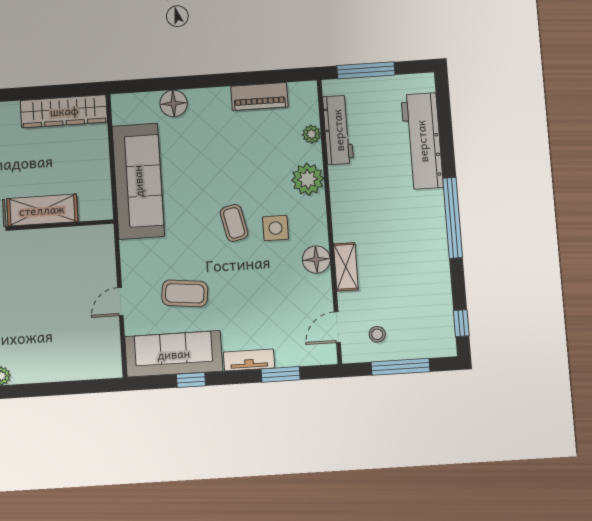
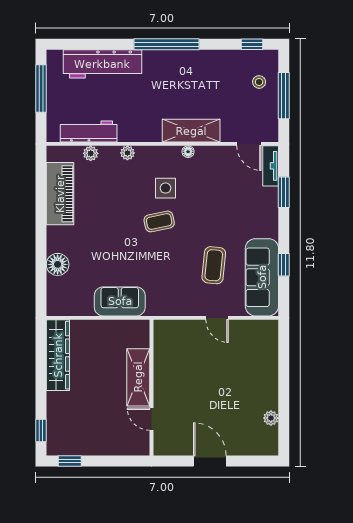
window: (366, 70) -> (41, 88), moved
piano: (259, 96) -> (60, 194), width x1.37, depth x1.33
plant: (308, 179) -> (127, 153), width x0.53, depth x0.53
sofa: (138, 181) -> (120, 301), width x0.54, depth x0.79
floor lamp: (316, 260) -> (188, 152), width x0.53, depth x0.53
shelving: (346, 267) -> (191, 131), width x1.50, depth x1.33
stool: (377, 334) -> (259, 82), moved
tv unit: (249, 360) -> (271, 166), moved

